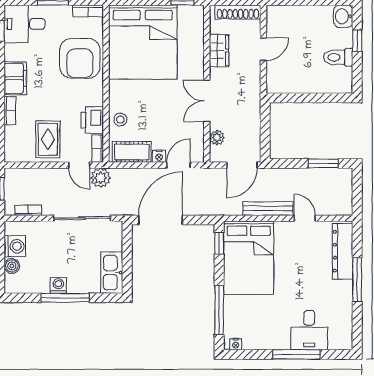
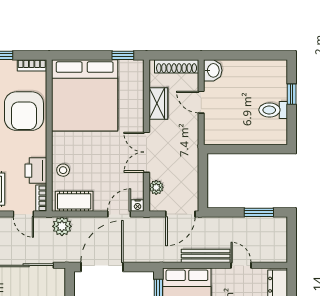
washbasin: (343, 16) -> (213, 70), moved, turned 180
door: (263, 49) -> (201, 102), swing flipped
nightstand: (159, 156) -> (138, 206), moved
plant: (101, 178) -> (62, 226), moved

